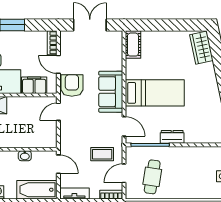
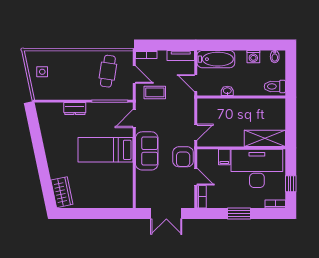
cot: (133, 45) -> (126, 195), removed
filing cabinet: (34, 85) -> (224, 157), width x0.50
door: (124, 126) -> (134, 118), hinge flipped
dresser: (172, 137) -> (75, 109), moved
door: (124, 173) -> (134, 75), hinge flipped

